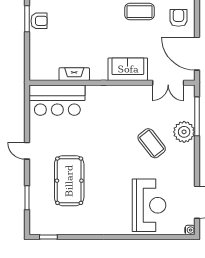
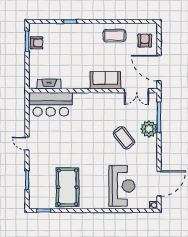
fireplace: (74, 74) -> (49, 84), moved
pool table: (69, 181) -> (67, 187), moved

